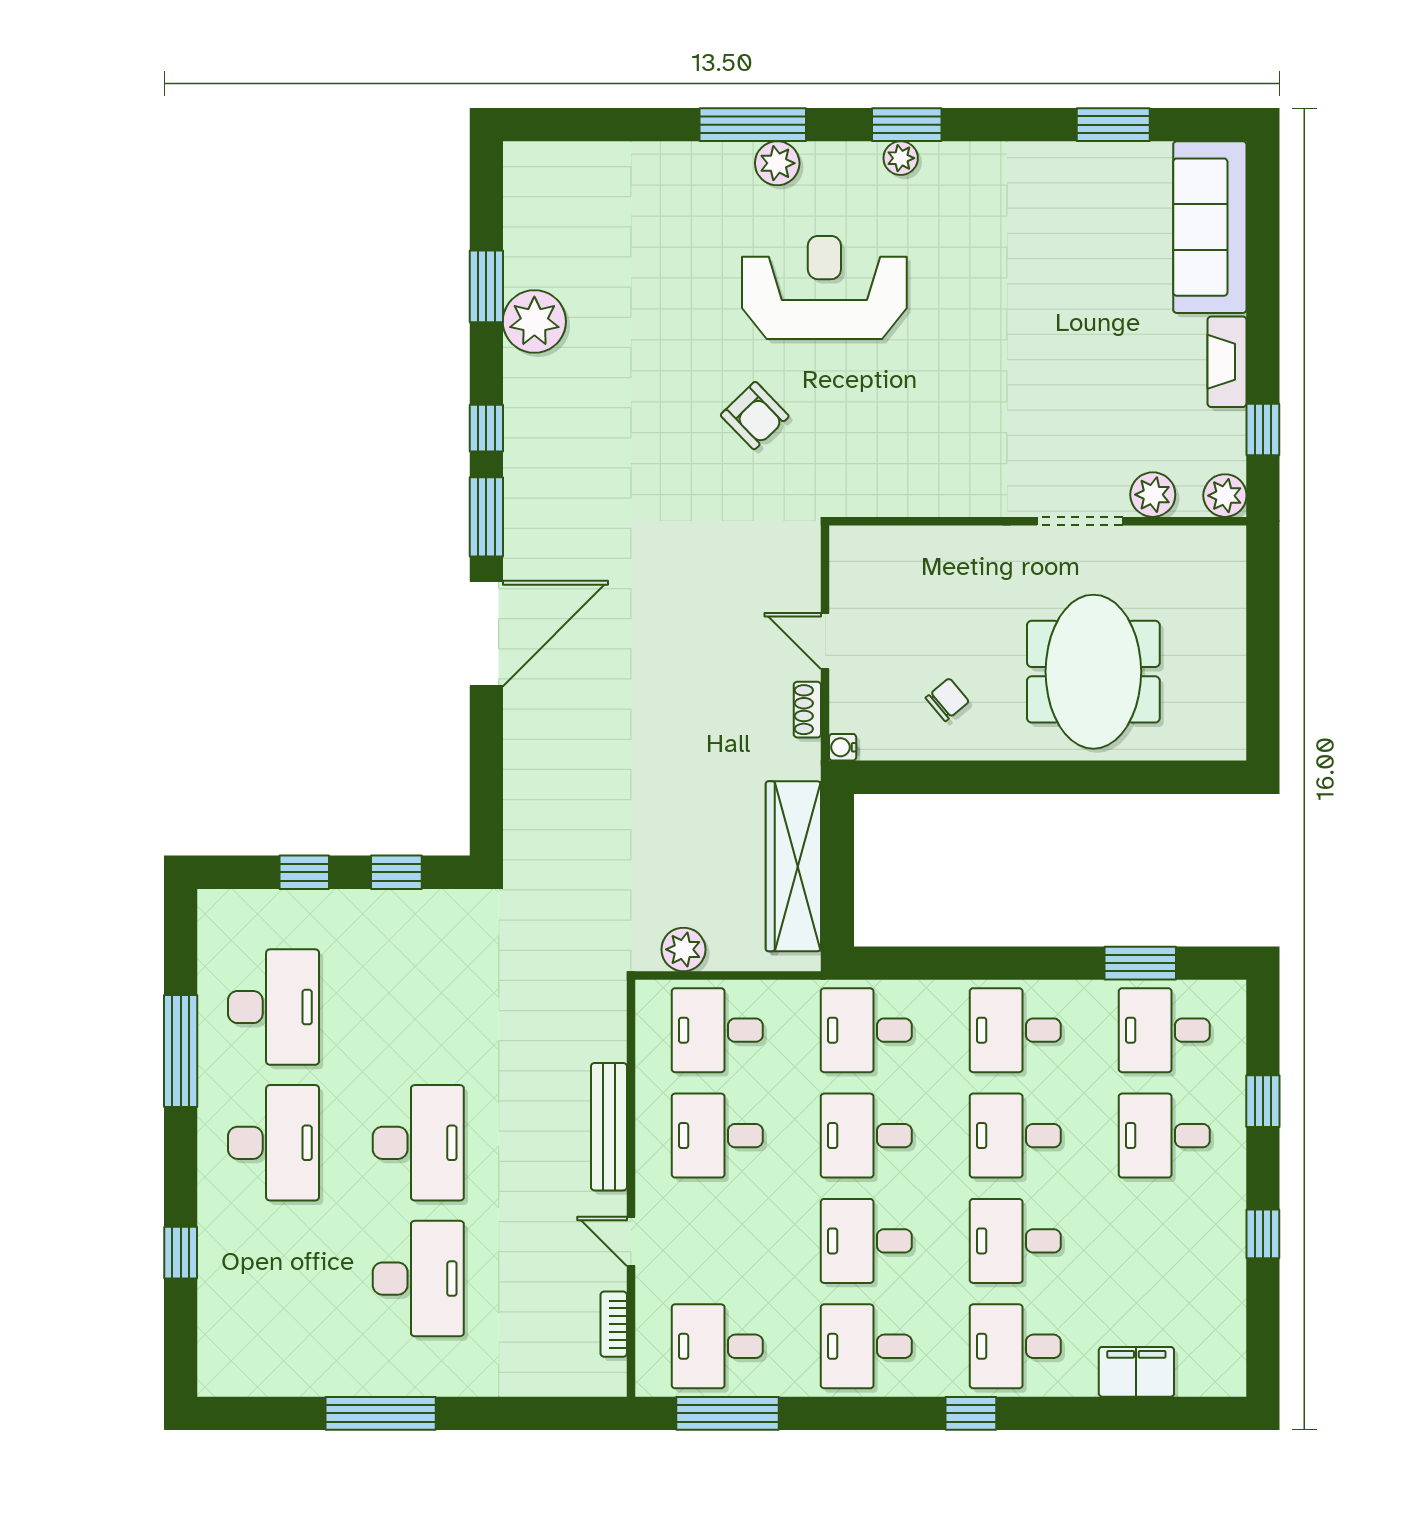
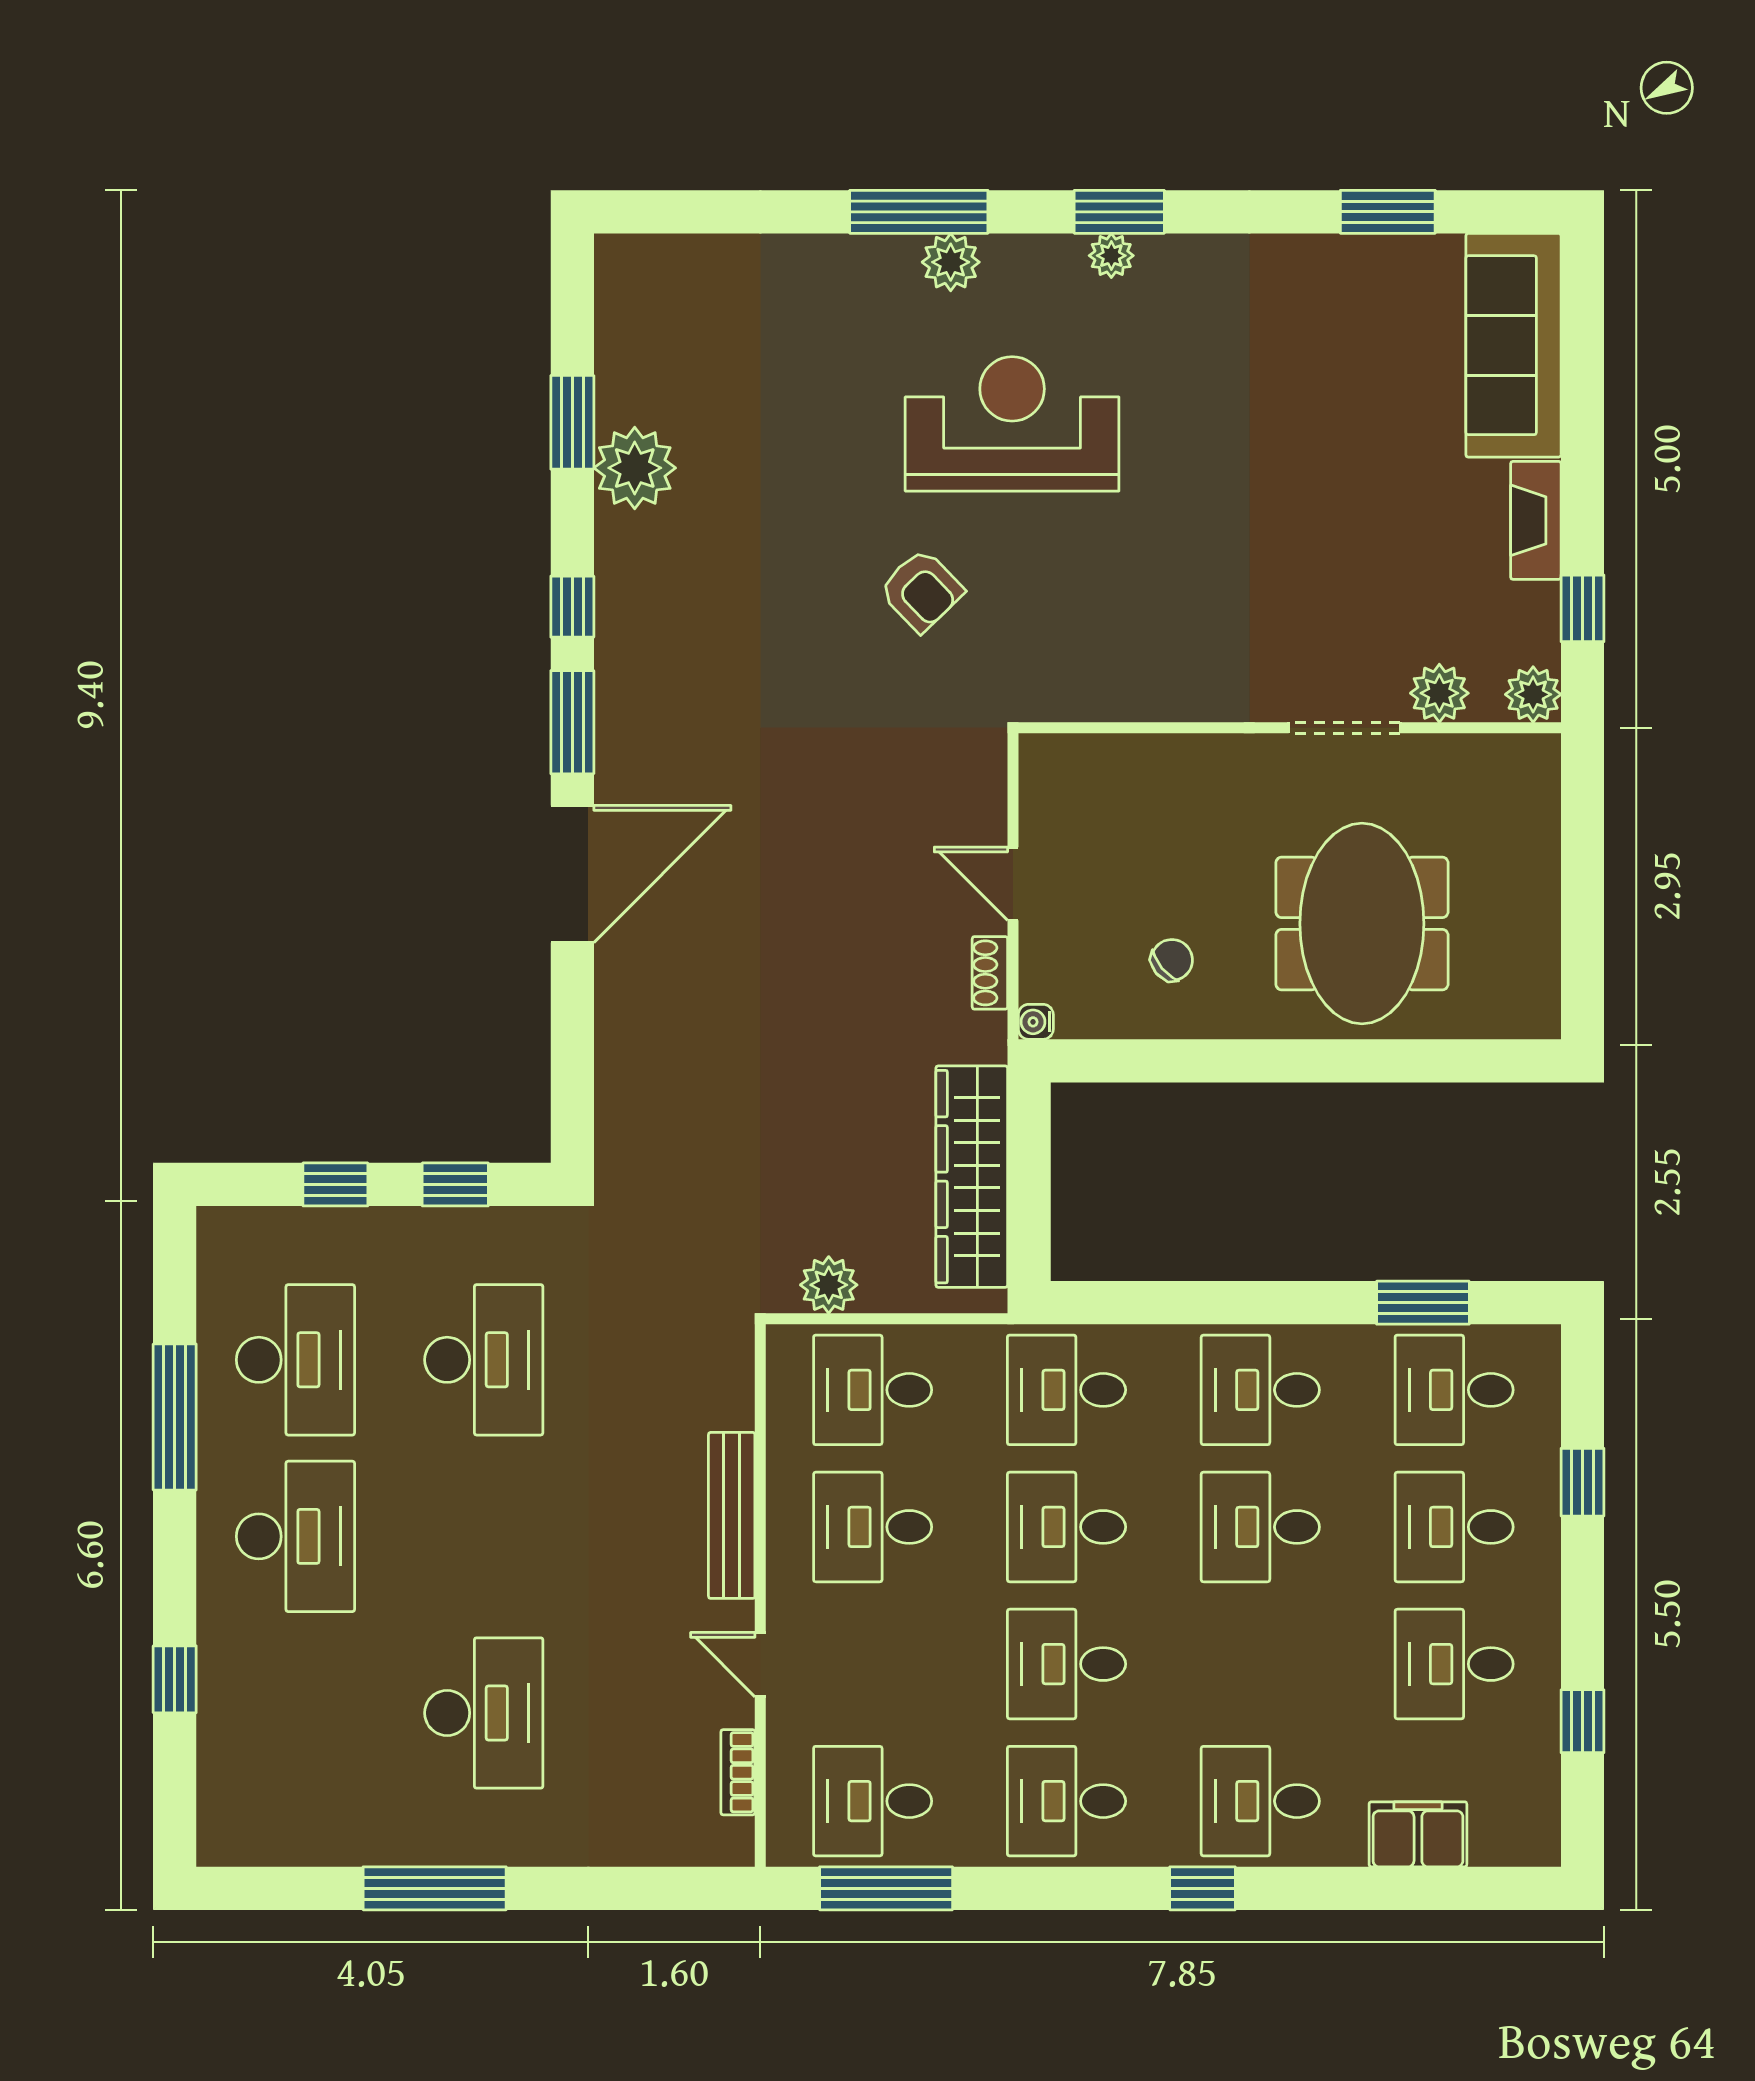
desk: (418, 1143) -> (484, 1360), moved
window: (1263, 1234) -> (1582, 1721), moved
desk: (1015, 1241) -> (1454, 1664), moved

